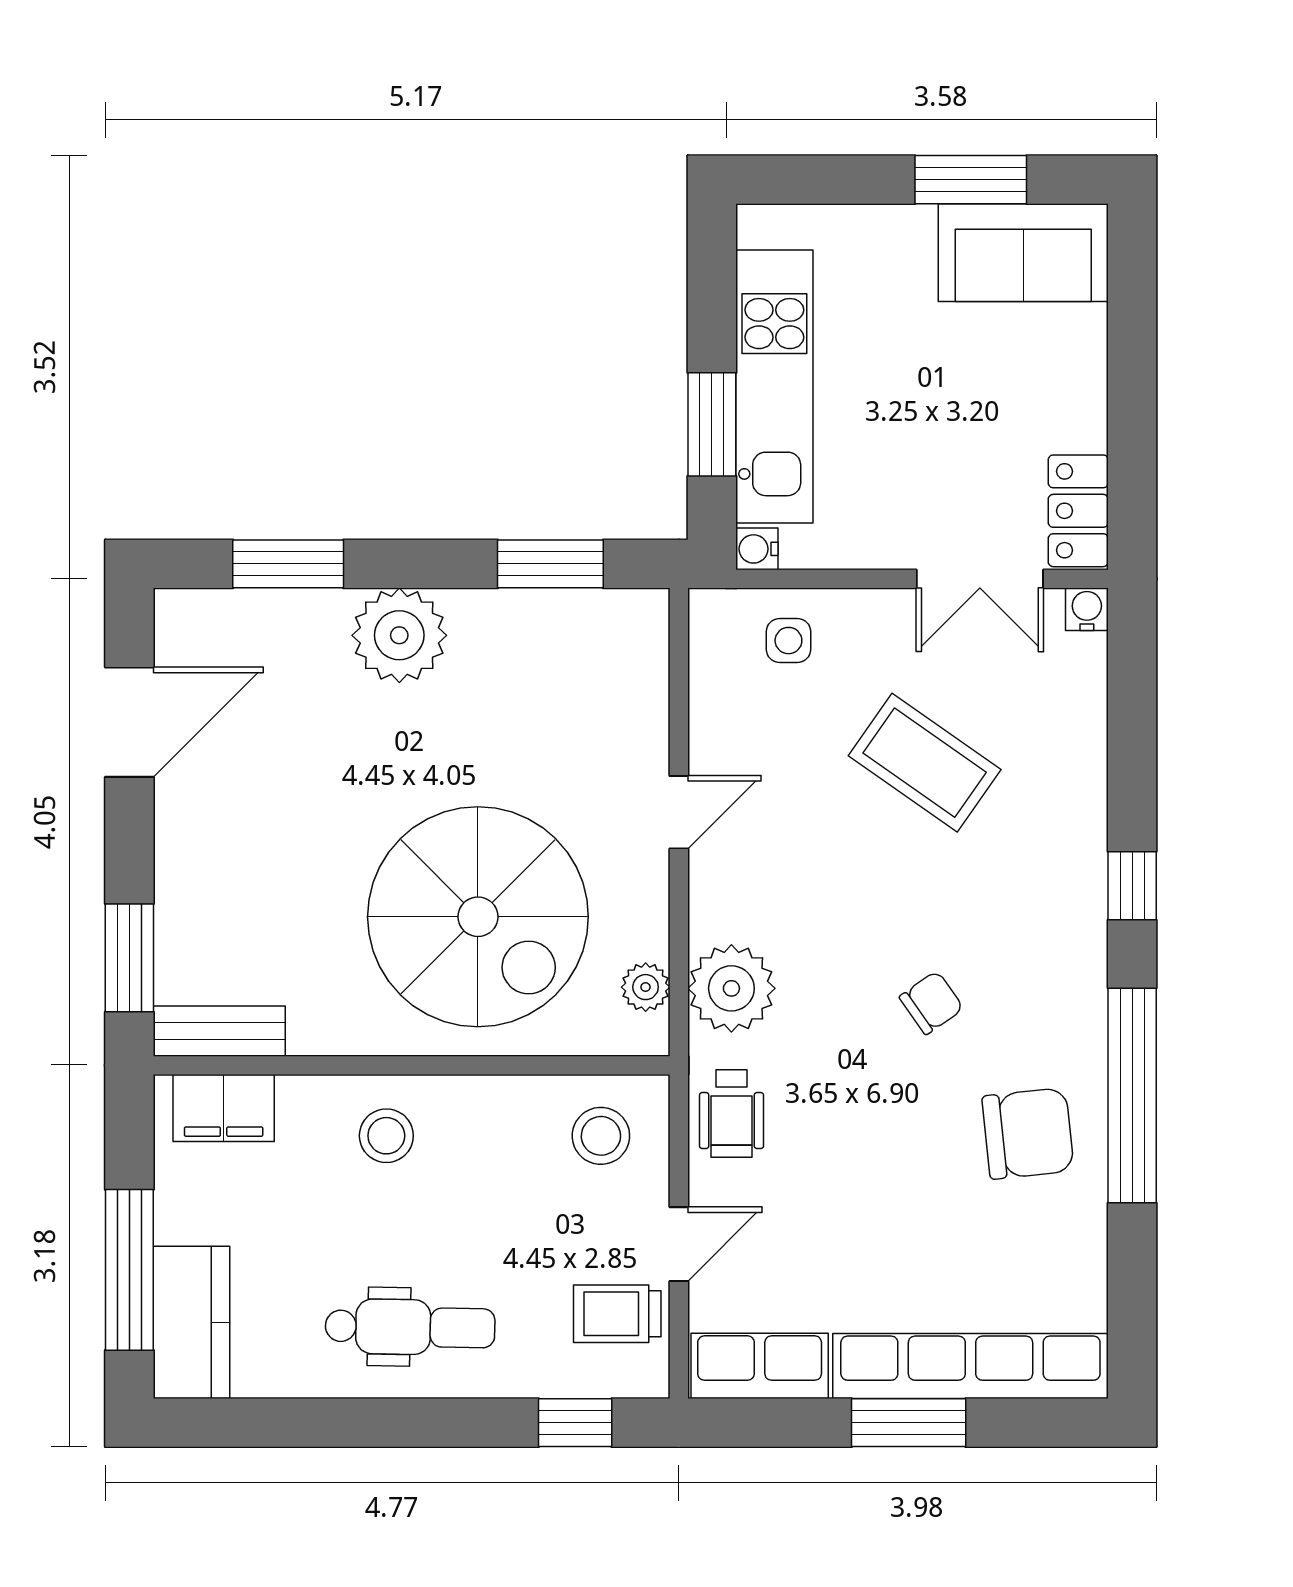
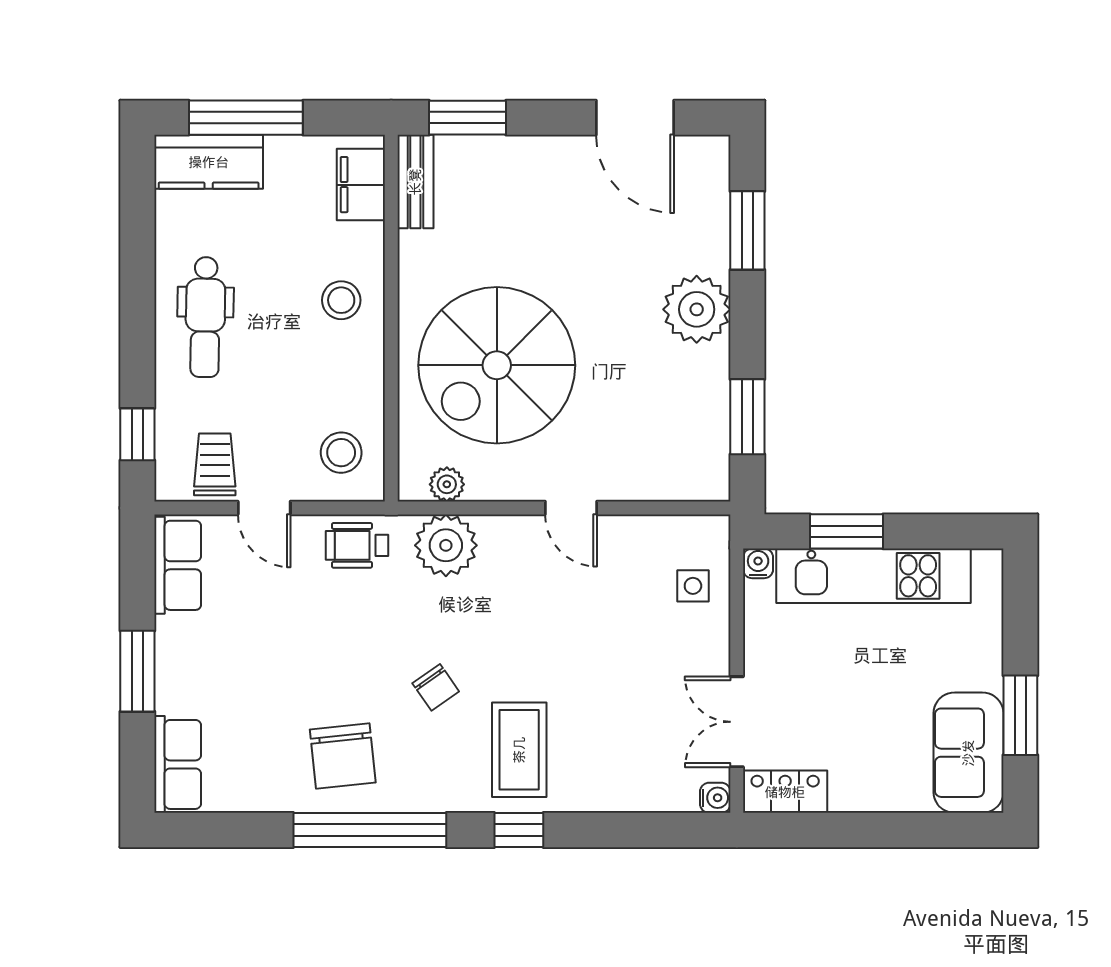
coffee table: (925, 763) -> (519, 750), moved, turned -35
row of seats: (970, 1366) -> (178, 764), width x0.50

